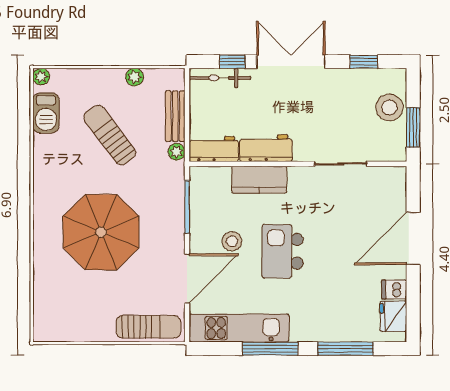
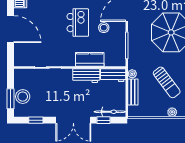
plant: (135, 77) -> (172, 112), moved
window: (413, 127) -> (11, 99), moved
door: (413, 239) -> (11, 29), hinge flipped

